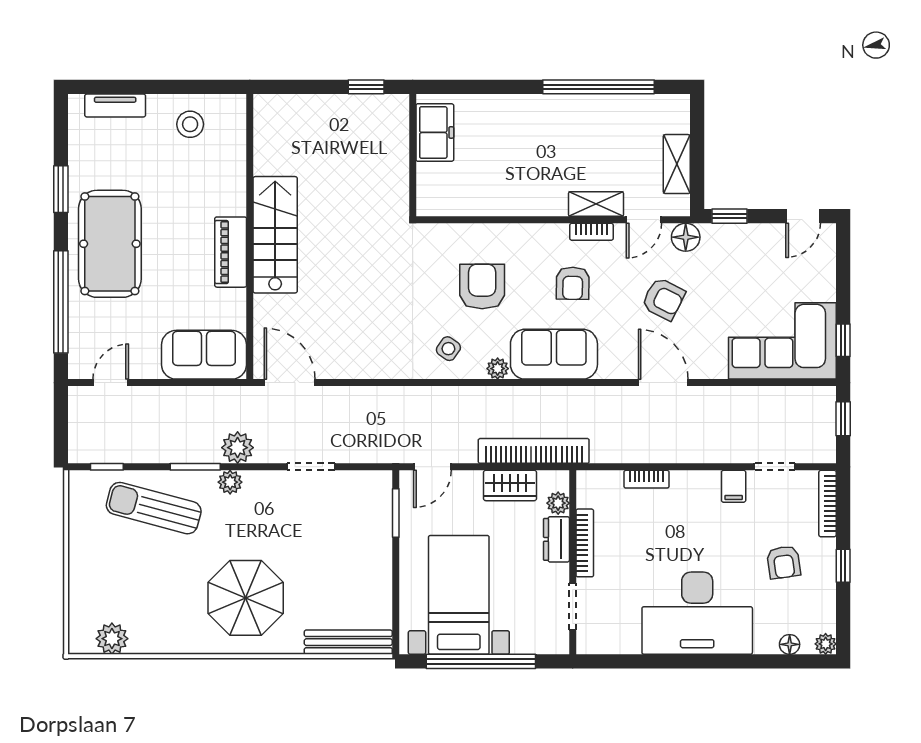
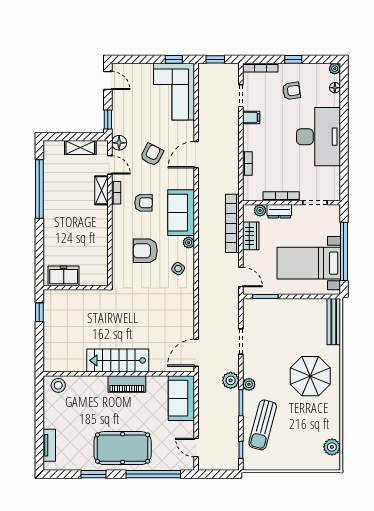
stool: (190, 124) -> (58, 385), moved

